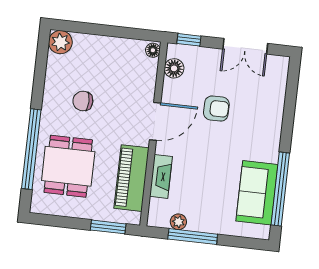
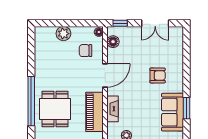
plant: (60, 42) -> (63, 34), moved
chair: (83, 101) -> (86, 51), moved
armchair: (216, 109) -> (158, 75), moved
window: (280, 189) -> (187, 108), width x0.47

